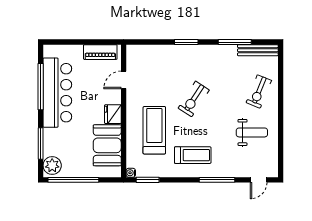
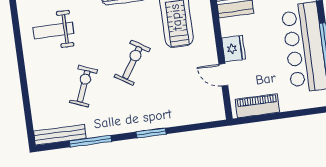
door: (124, 80) -> (223, 75), swing flipped
exercise bike: (259, 91) -> (84, 86), moved
fridge: (113, 114) -> (234, 49), moved

